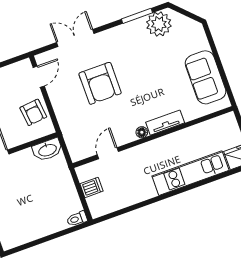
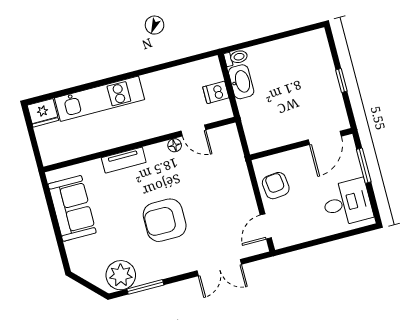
armchair: (100, 83) -> (165, 220), moved, turned -90
floor lamp: (142, 132) -> (175, 145), moved
washbasin: (47, 150) -> (241, 82), moved, turned 90
door: (108, 153) -> (193, 130), hinge flipped

